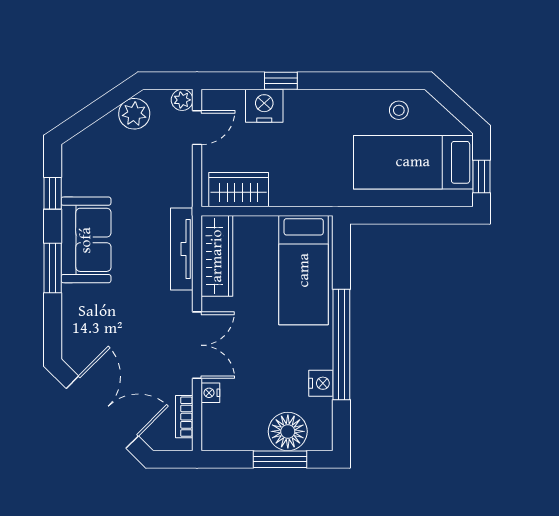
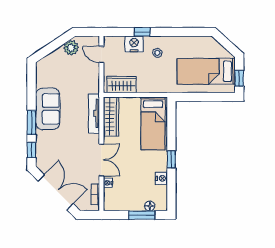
plant: (182, 100) -> (94, 41), removed
stool: (399, 110) -> (157, 53), moved
door: (197, 128) -> (101, 55), swing flipped
window: (53, 193) -> (32, 150), moved
window: (341, 344) -> (171, 159), width x0.32
floor lamp: (288, 431) -> (150, 206), width x0.53, depth x0.53

